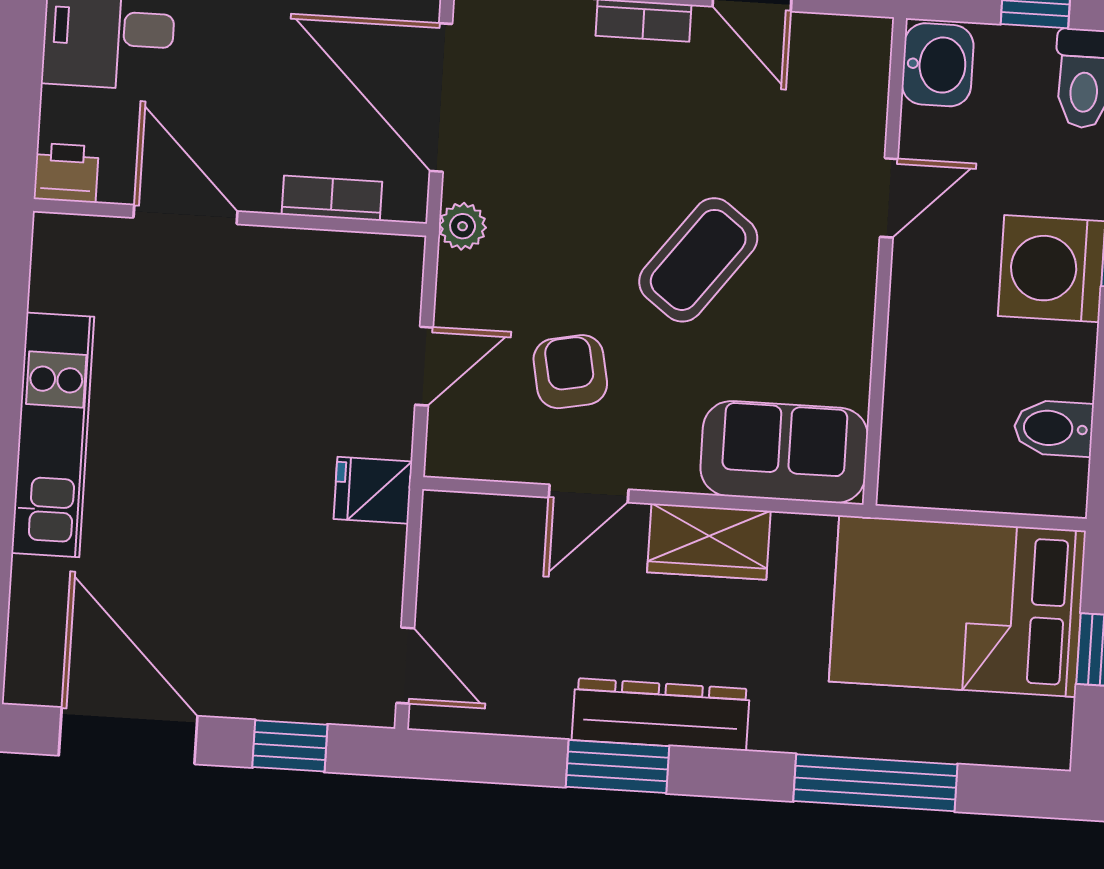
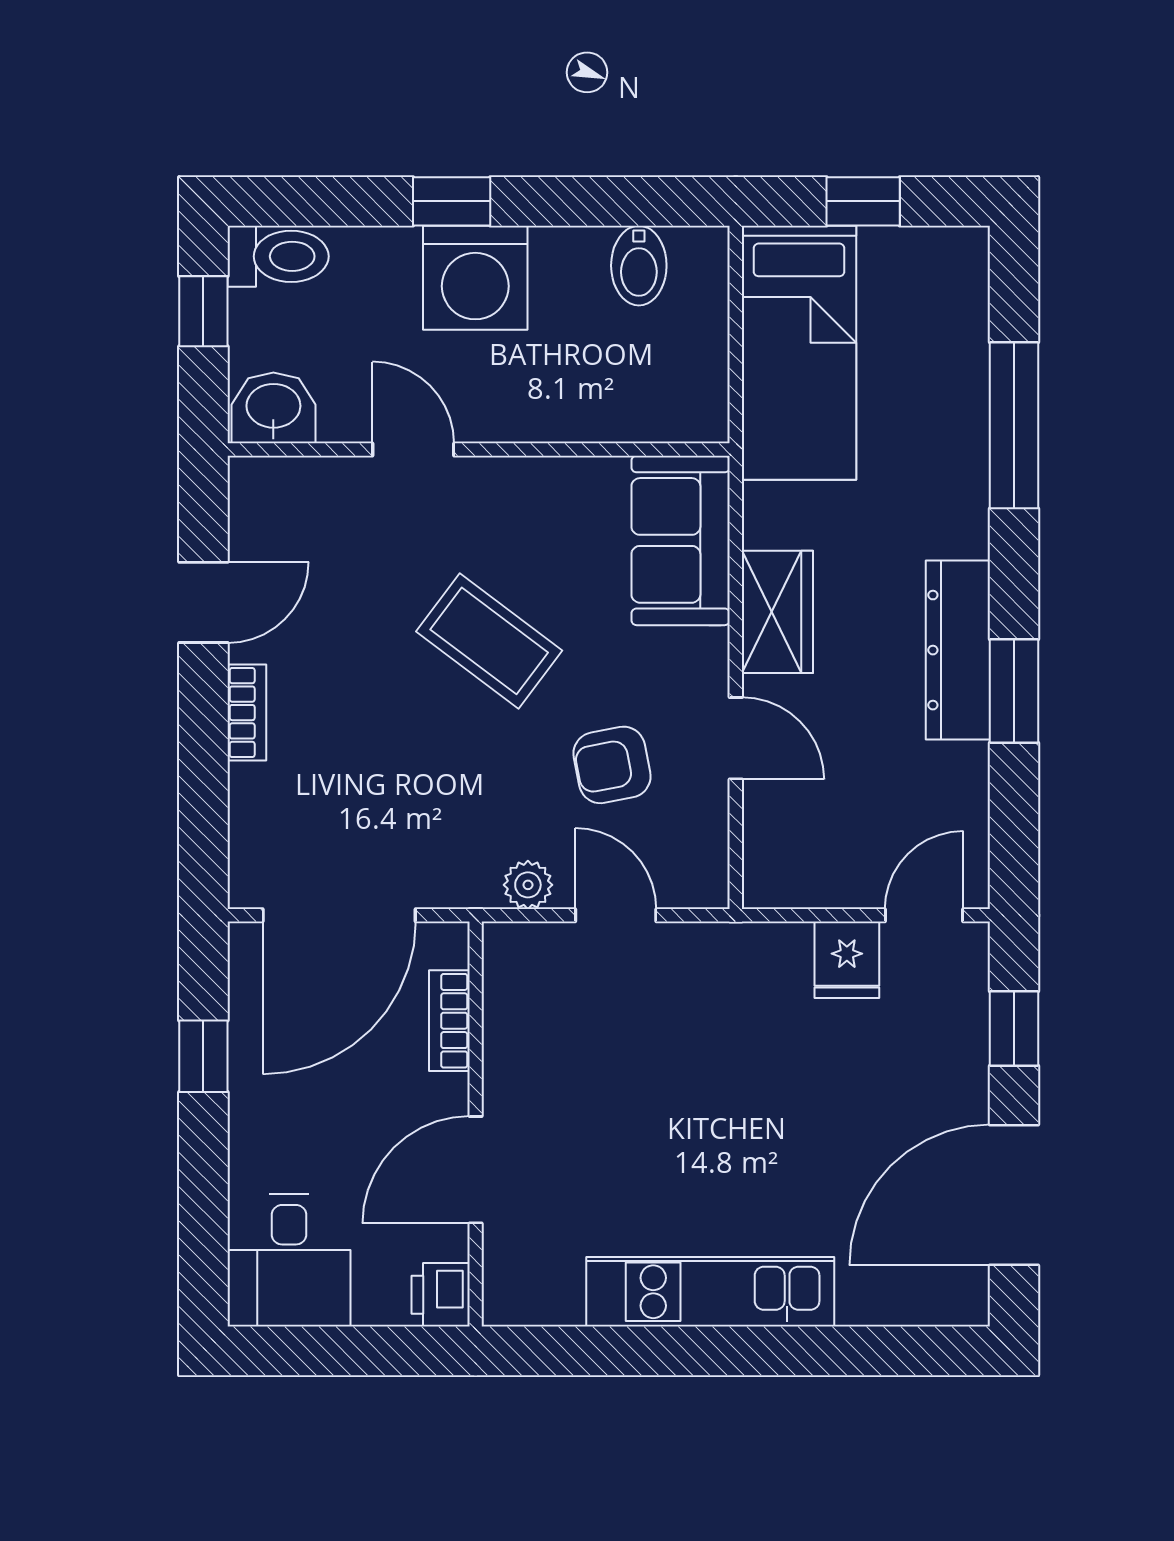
plant: (463, 226) -> (528, 885), moved
fridge: (373, 490) -> (847, 960), moved
bed: (957, 606) -> (799, 353), width x0.67

